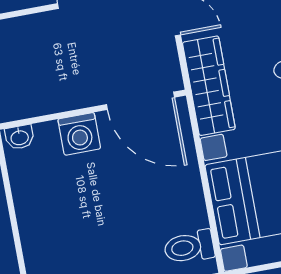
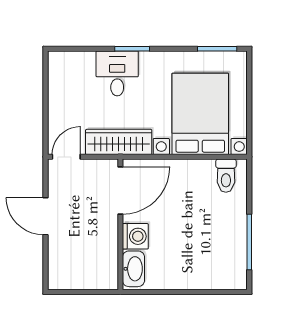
washbasin: (20, 137) -> (133, 269), width x1.91, depth x1.45

